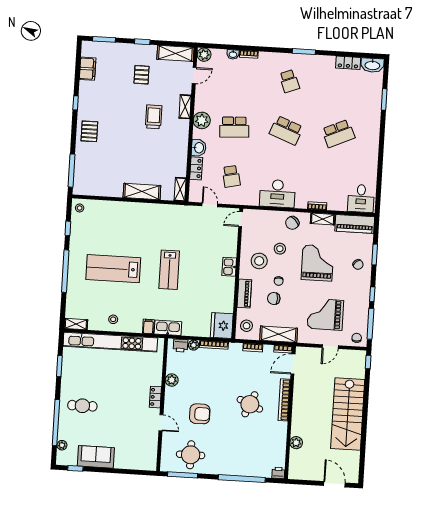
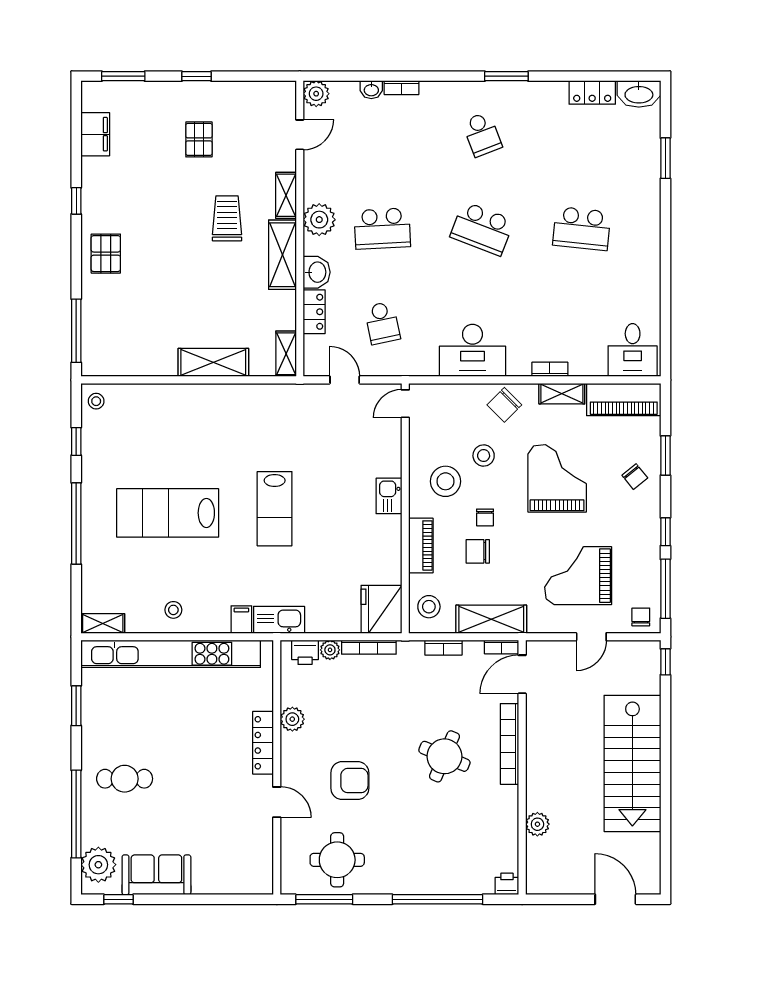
shelving: (175, 53) -> (282, 255), moved, turned 90
school desk: (338, 133) -> (582, 229), turned 30
locker: (155, 397) -> (263, 743), width x1.53
plant: (62, 445) -> (98, 865), width x1.88, depth x1.88

